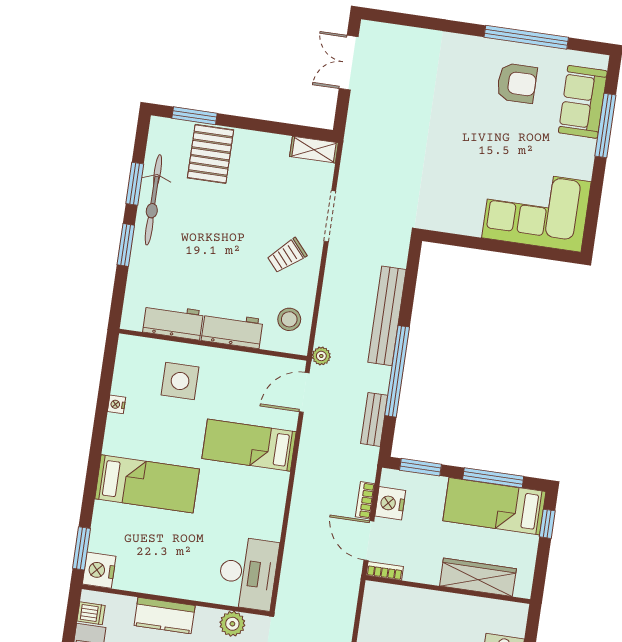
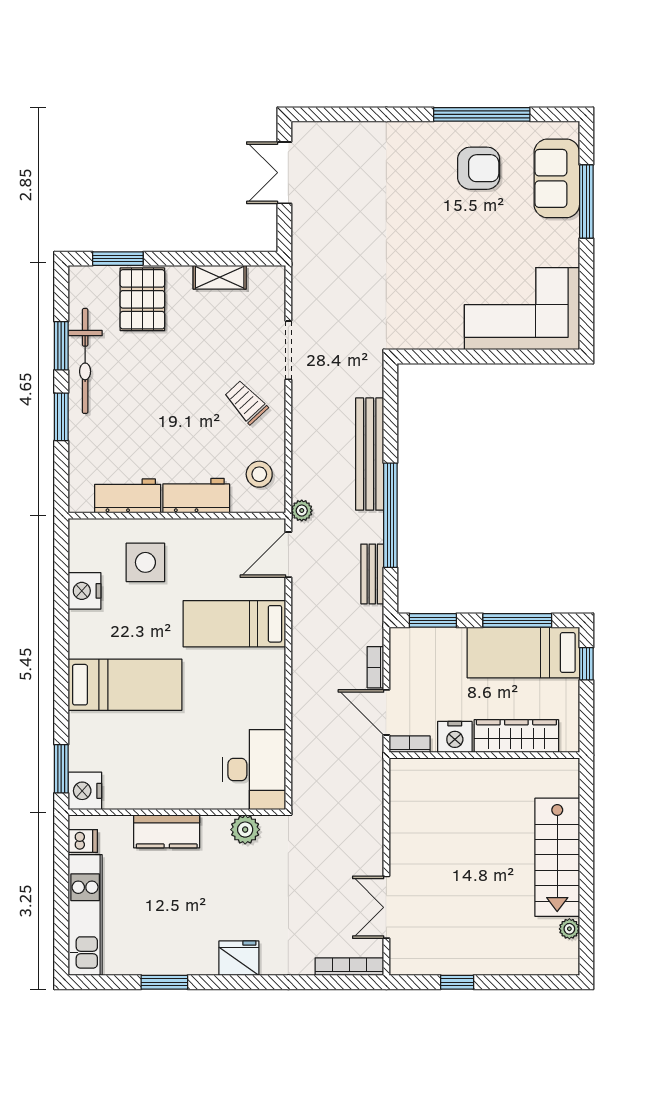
shelving: (314, 150) -> (220, 277), moved
trolley: (287, 256) -> (246, 402), turned 88
nightstand: (117, 404) -> (84, 591), width x1.89, depth x1.79
nightstand: (390, 503) -> (455, 737), moved, turned -90

